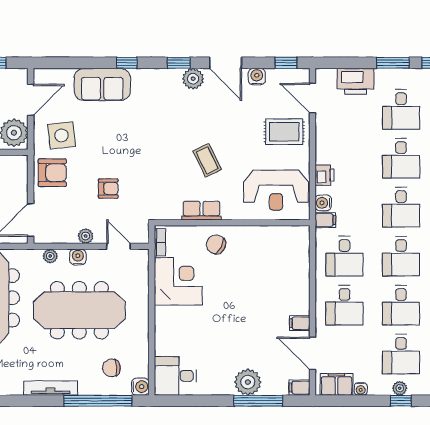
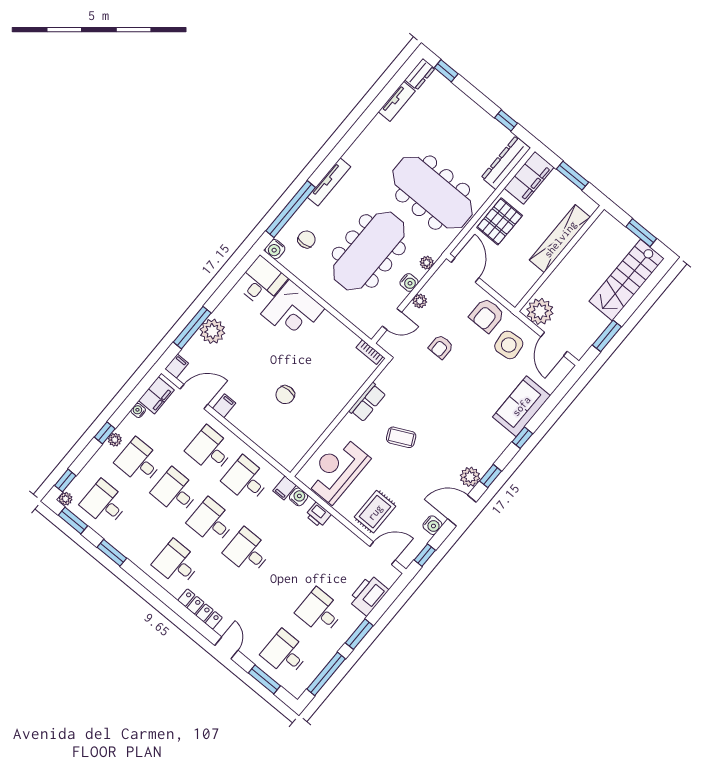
desk: (401, 158) -> (284, 582), removed
chair: (216, 244) -> (285, 395), moved, turned 153
corner desk: (178, 281) -> (293, 311), moved

